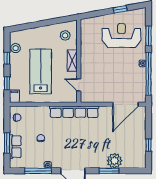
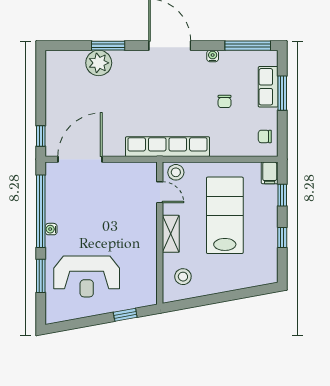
window: (120, 9) -> (125, 315), moved
stool: (16, 48) -> (176, 172), moved
lab bench: (41, 71) -> (225, 215), turned 180
window: (148, 145) -> (41, 136), moved
window: (38, 171) -> (248, 46), moved

